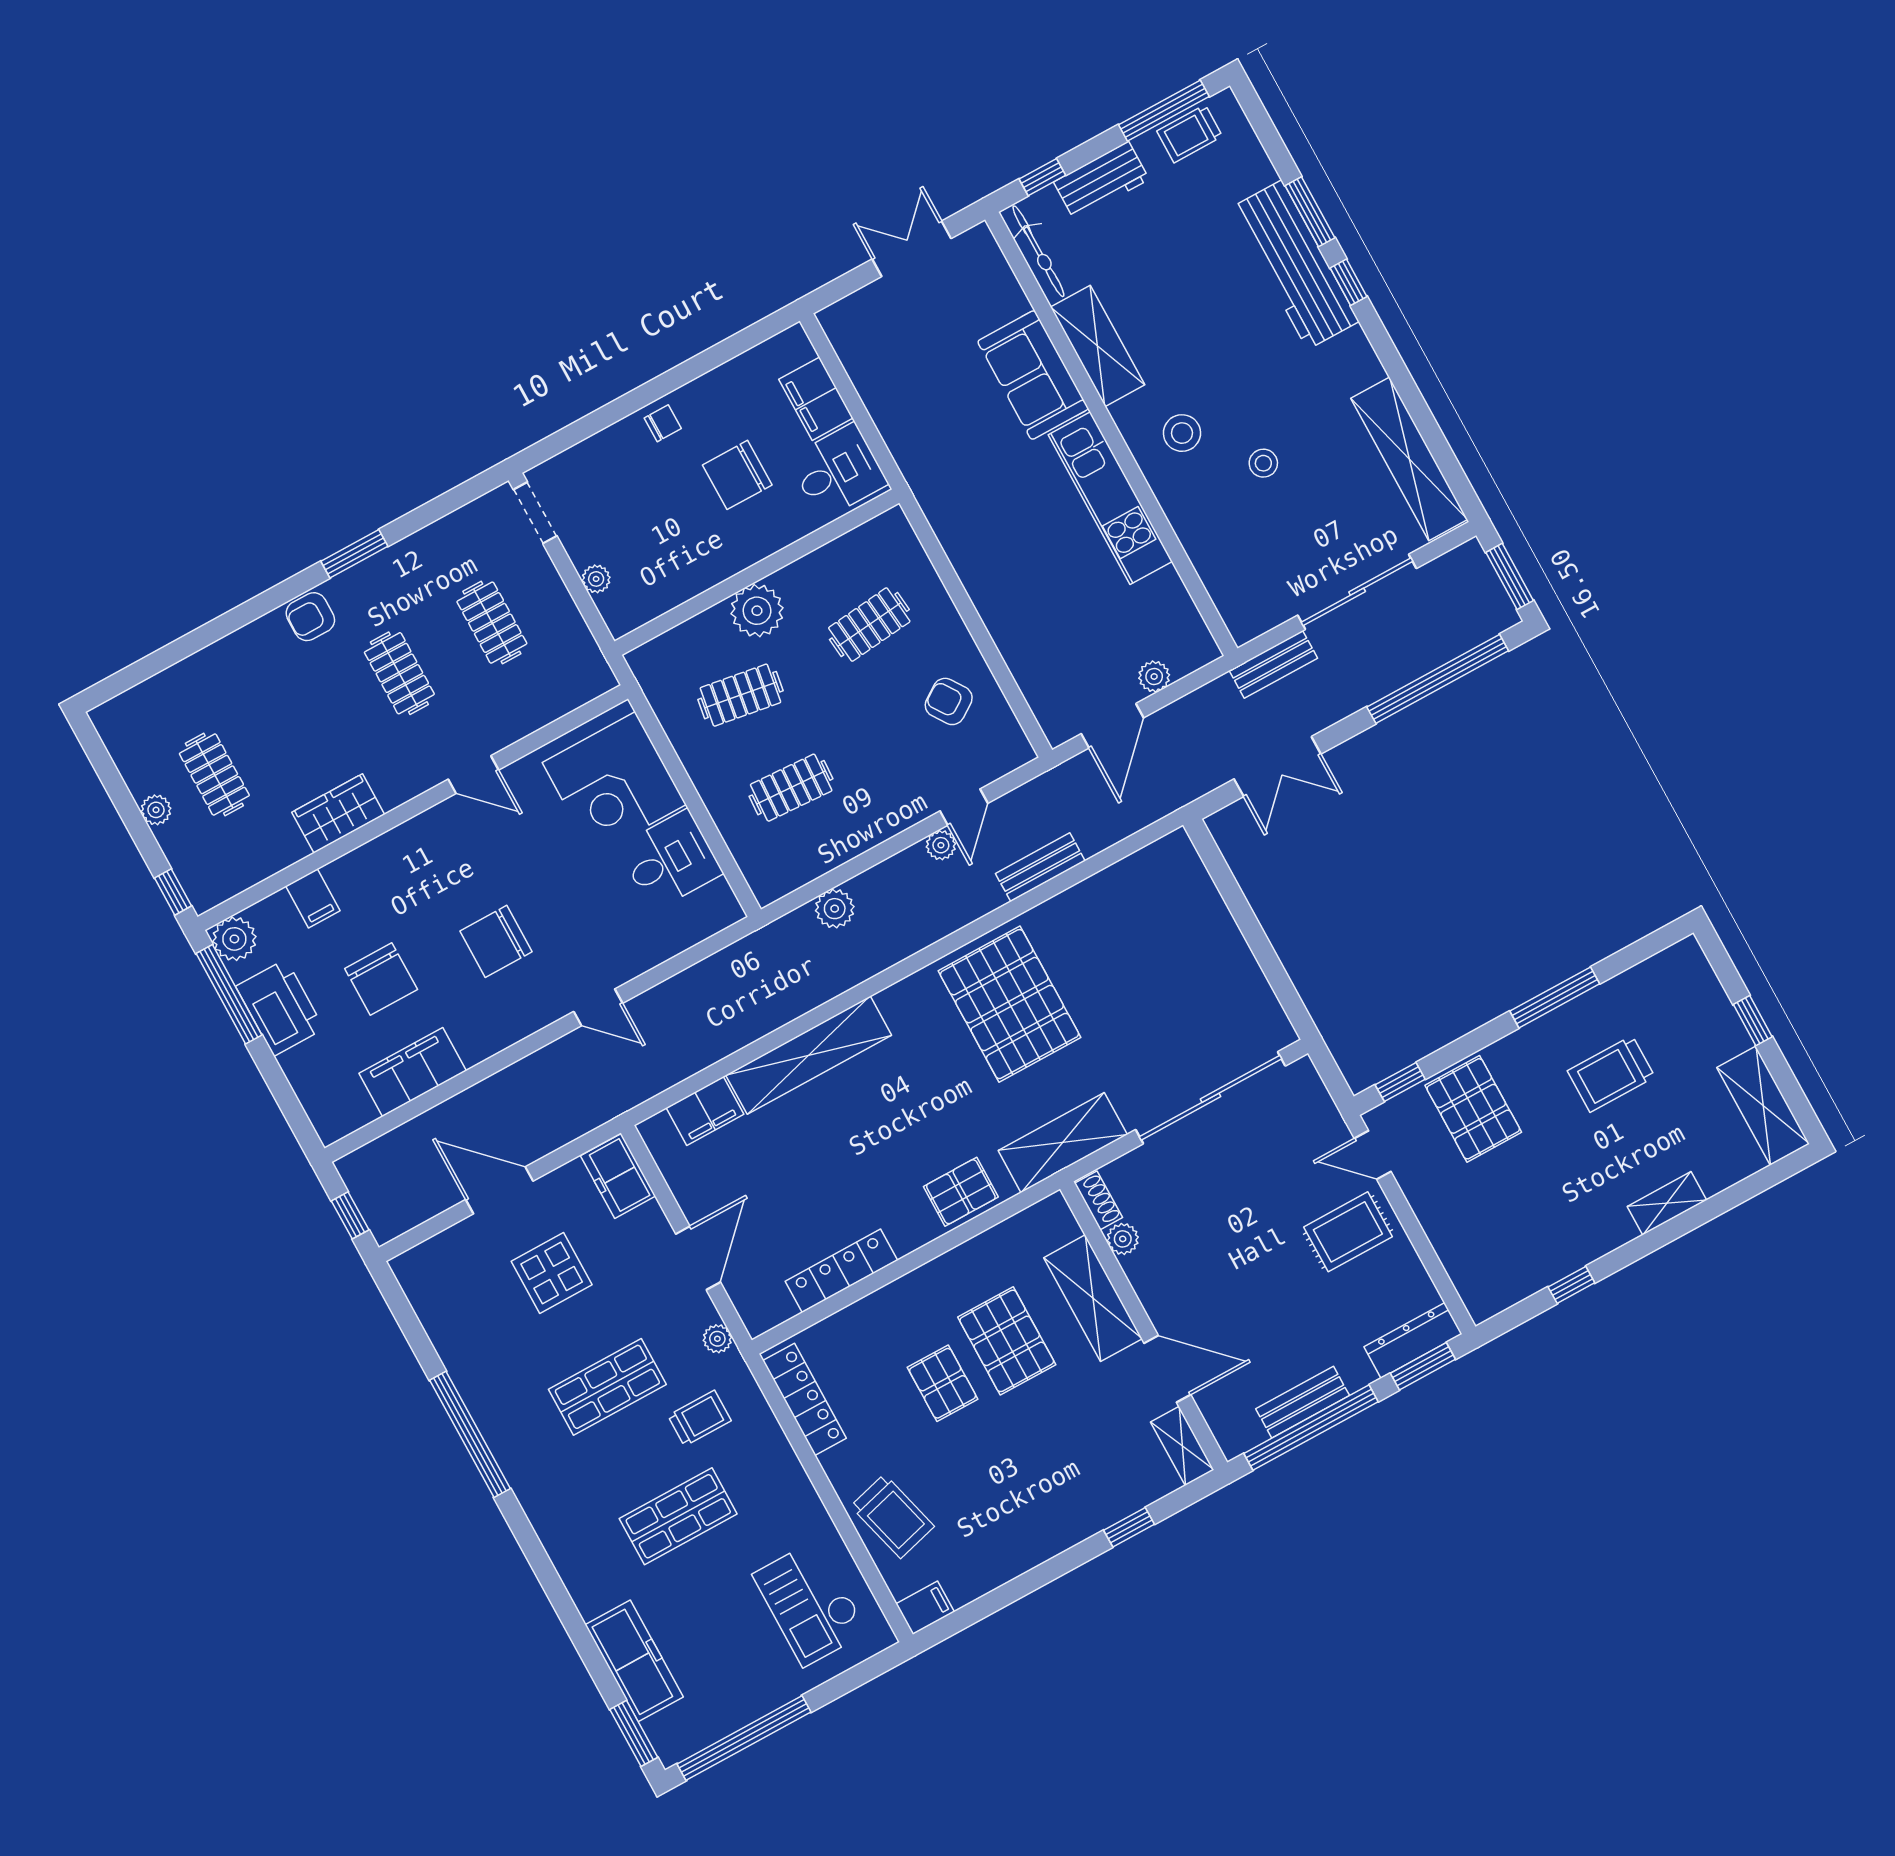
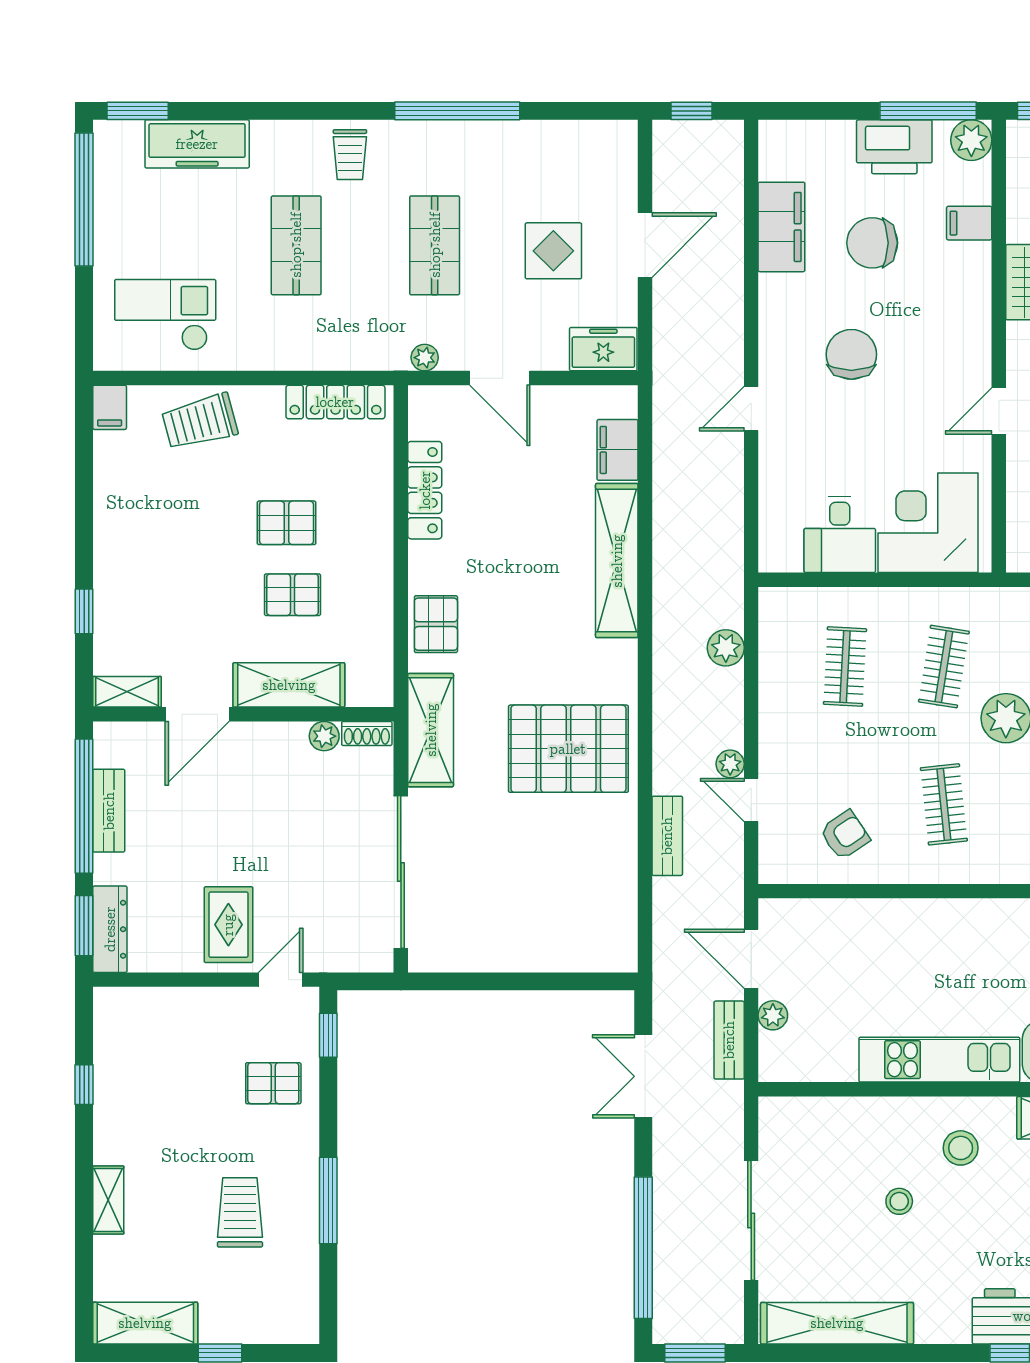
bench: (1273, 664) -> (729, 1040), moved
pallet: (1473, 1109) -> (273, 1083), width x0.67, depth x0.71
pallet: (1007, 1341) -> (293, 595), width x0.67, depth x0.71
trolley: (699, 1418) -> (350, 155), moved

